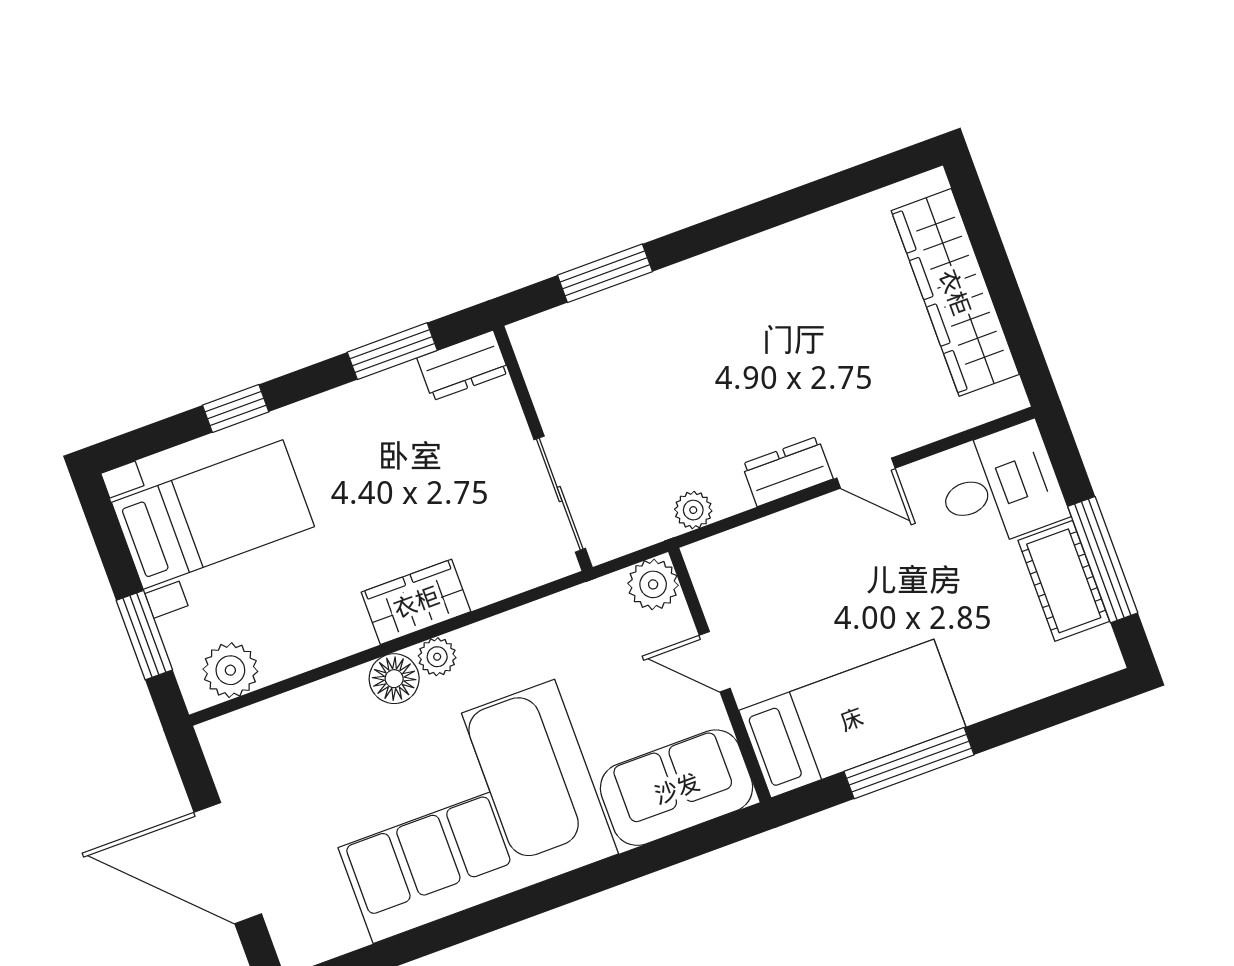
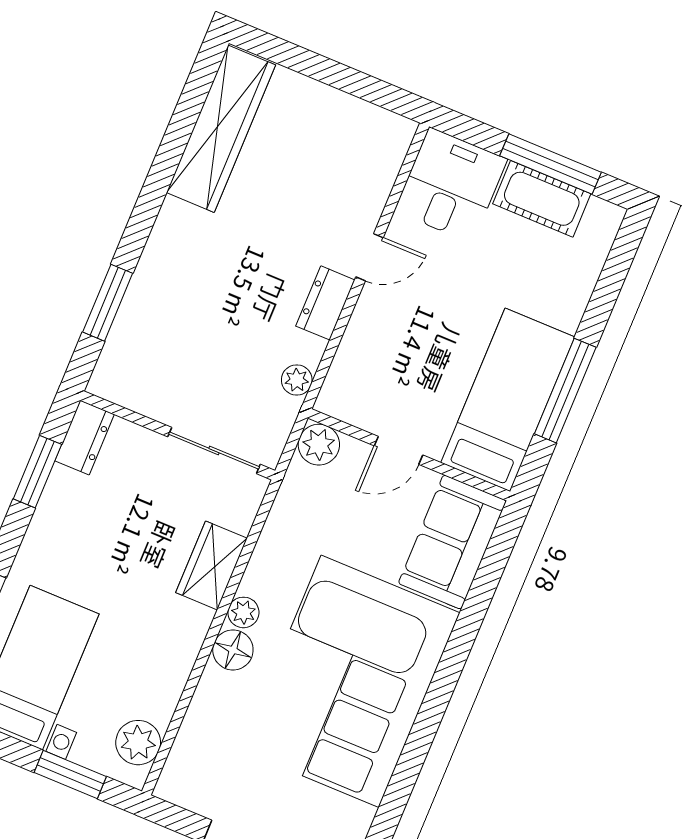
wardrobe: (955, 292) -> (221, 129), moved, turned -90
wardrobe: (416, 602) -> (212, 565), moved

